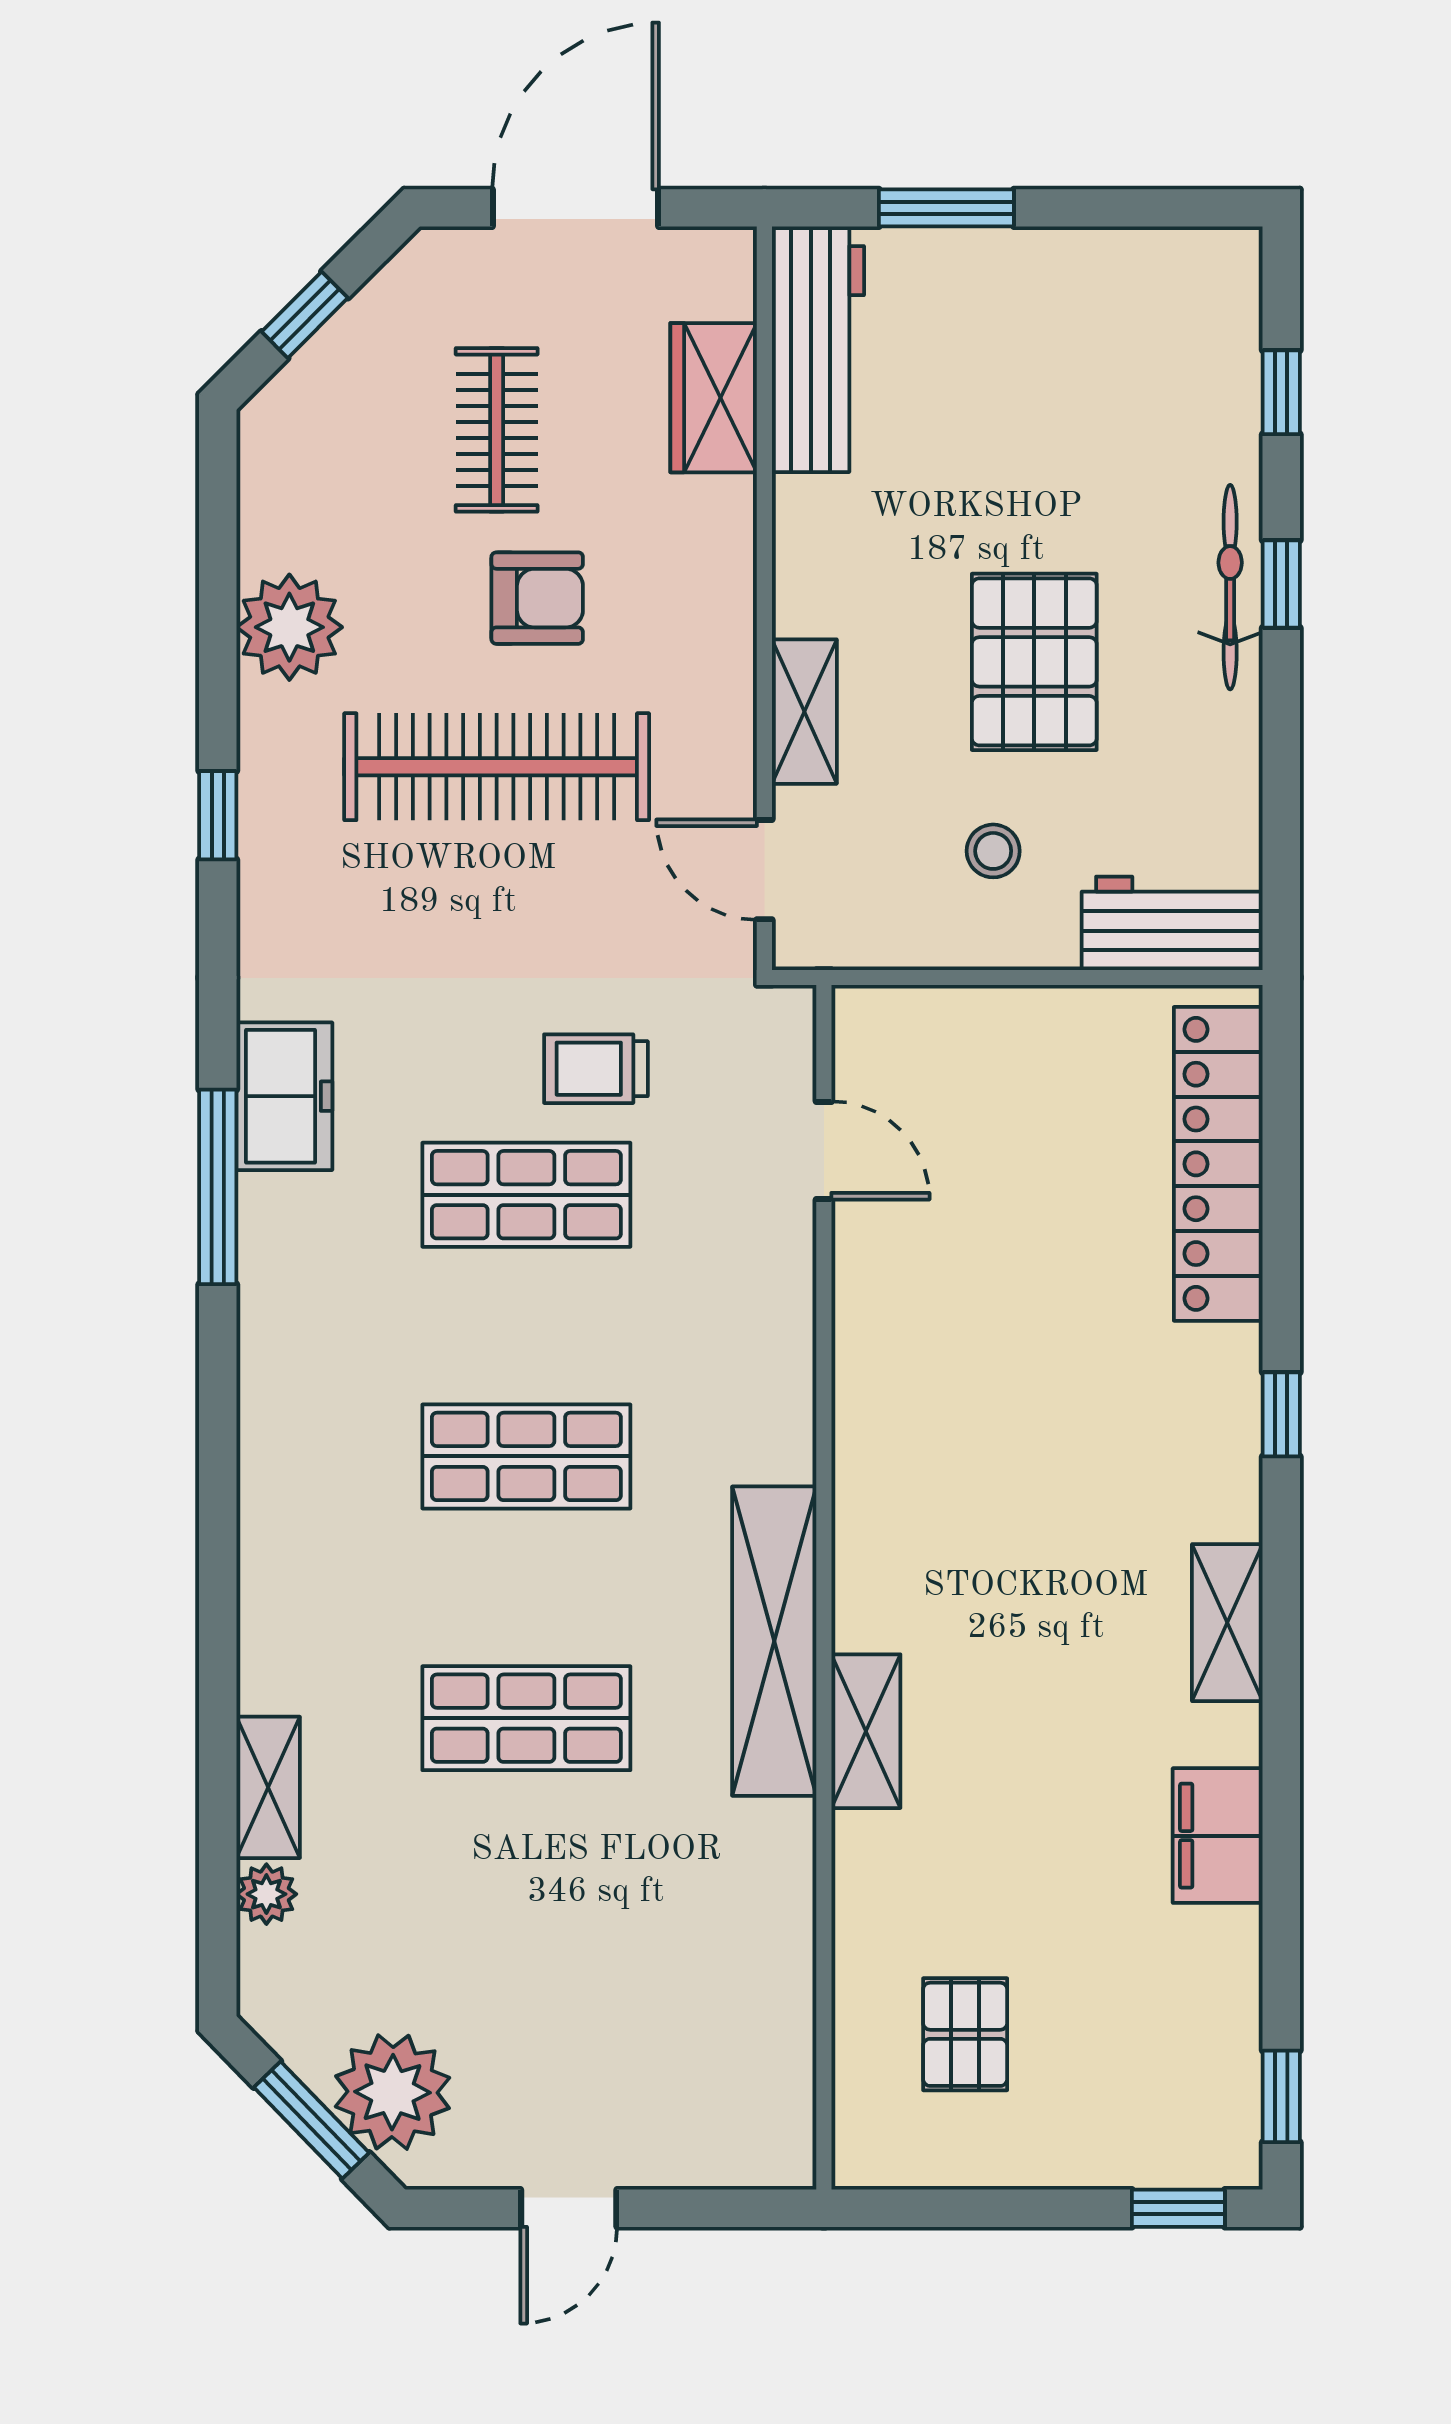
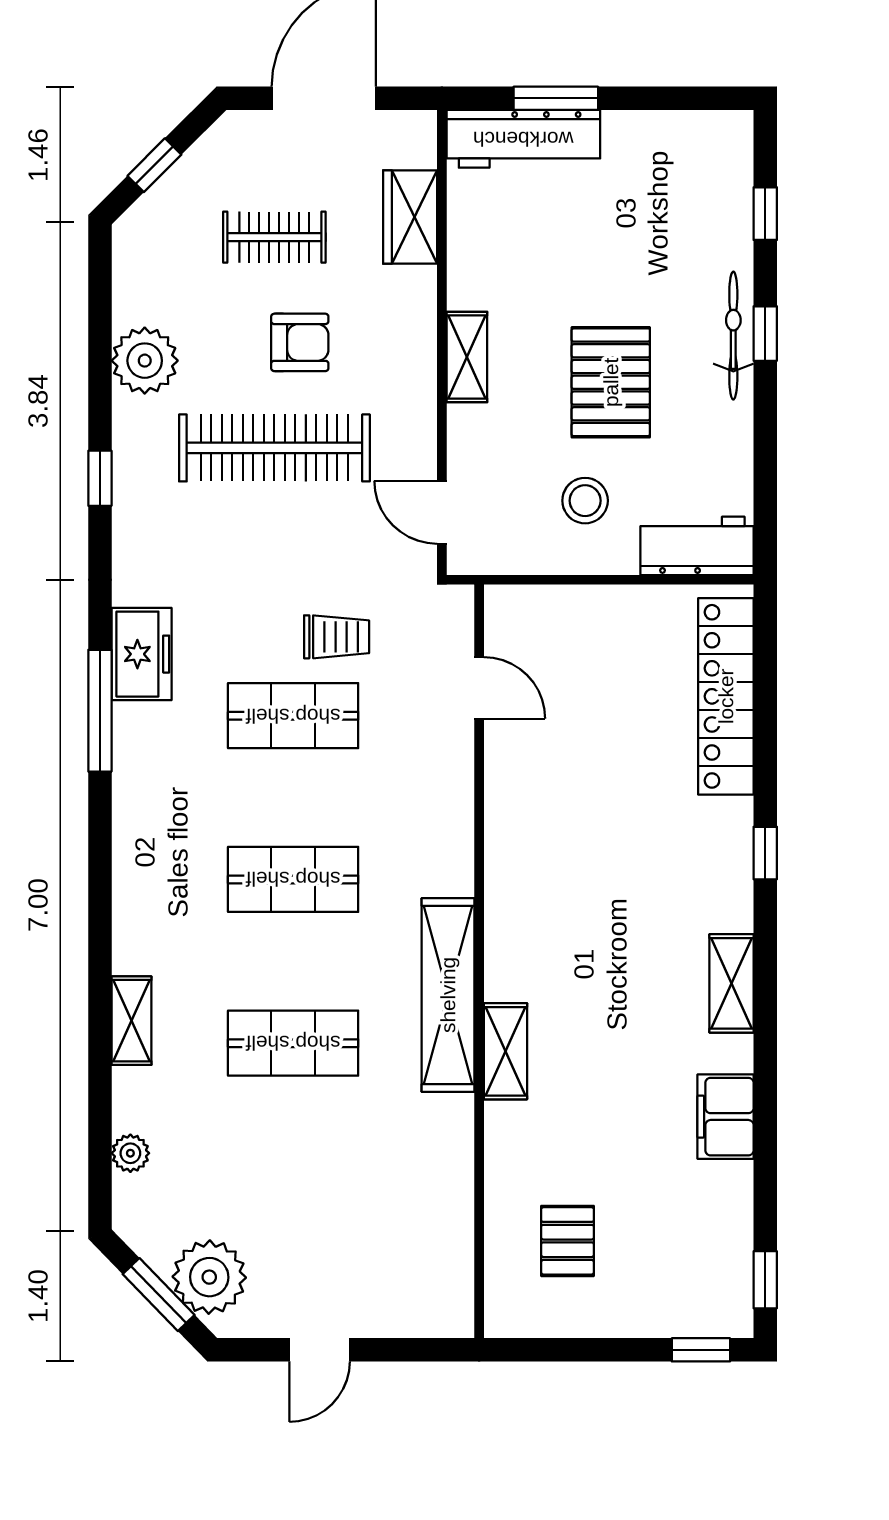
workbench: (818, 349) -> (523, 139), moved, turned 90
clothes rail: (497, 430) -> (274, 237), turned 90
shelving: (804, 712) -> (467, 357), moved
stool: (993, 851) -> (585, 501), width x1.37, depth x1.37
trolley: (596, 1069) -> (337, 637), turned 180
shelving: (268, 1787) -> (131, 1021), moved

